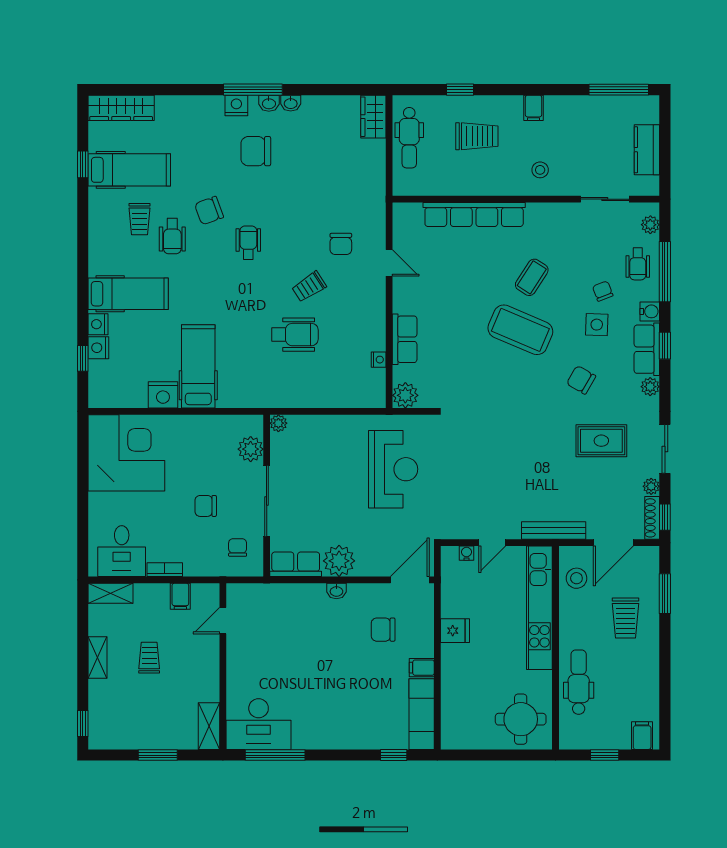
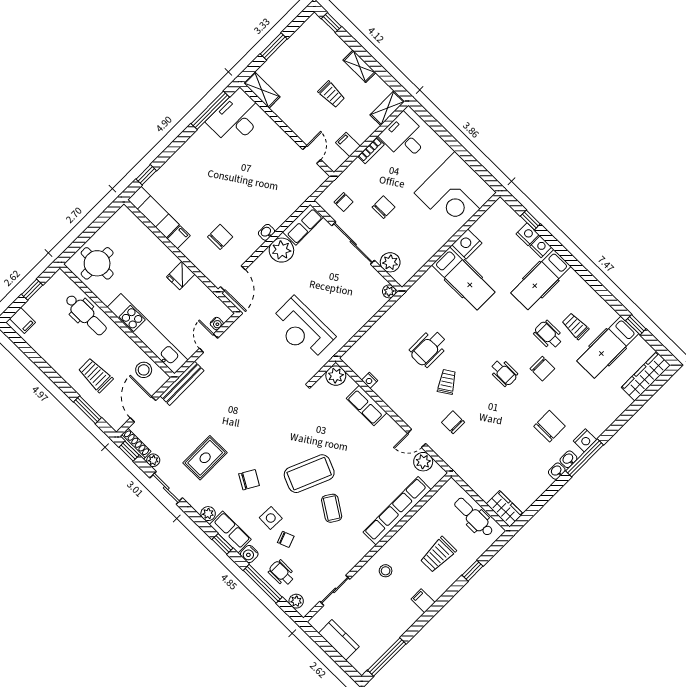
chair: (209, 211) -> (542, 369), turned 110
plant: (405, 235) -> (423, 462), added

